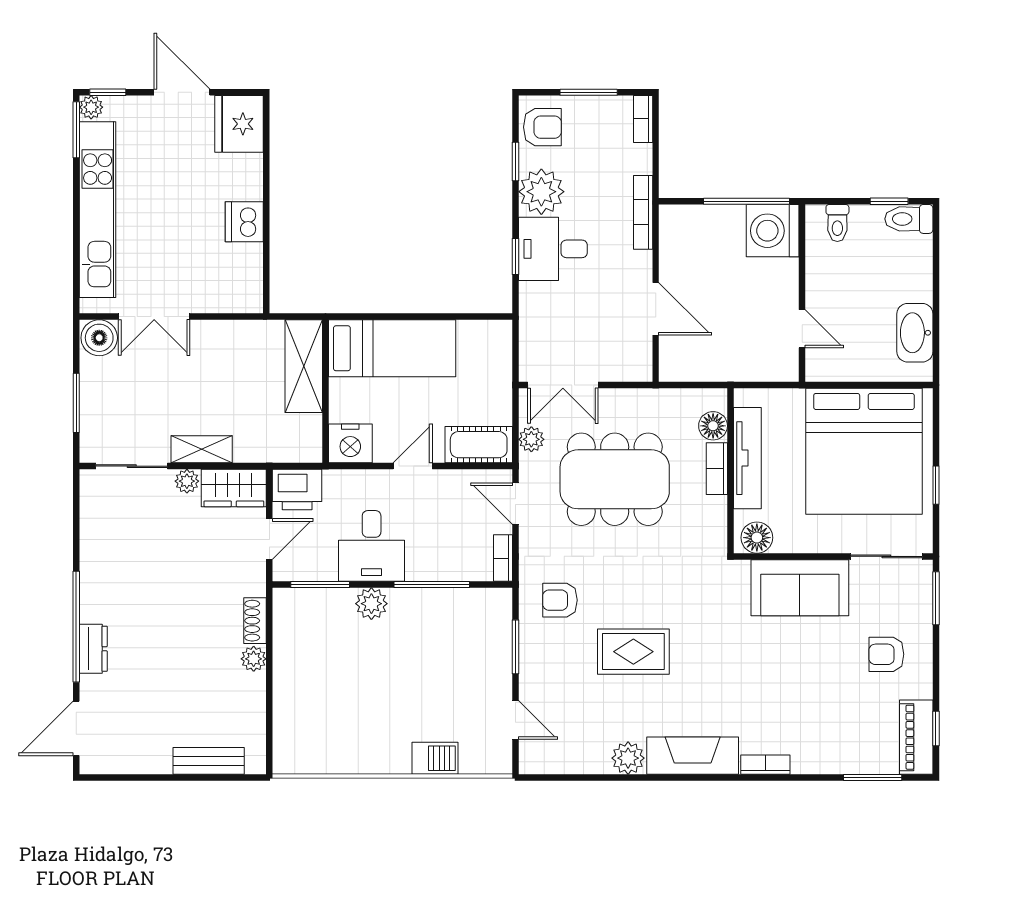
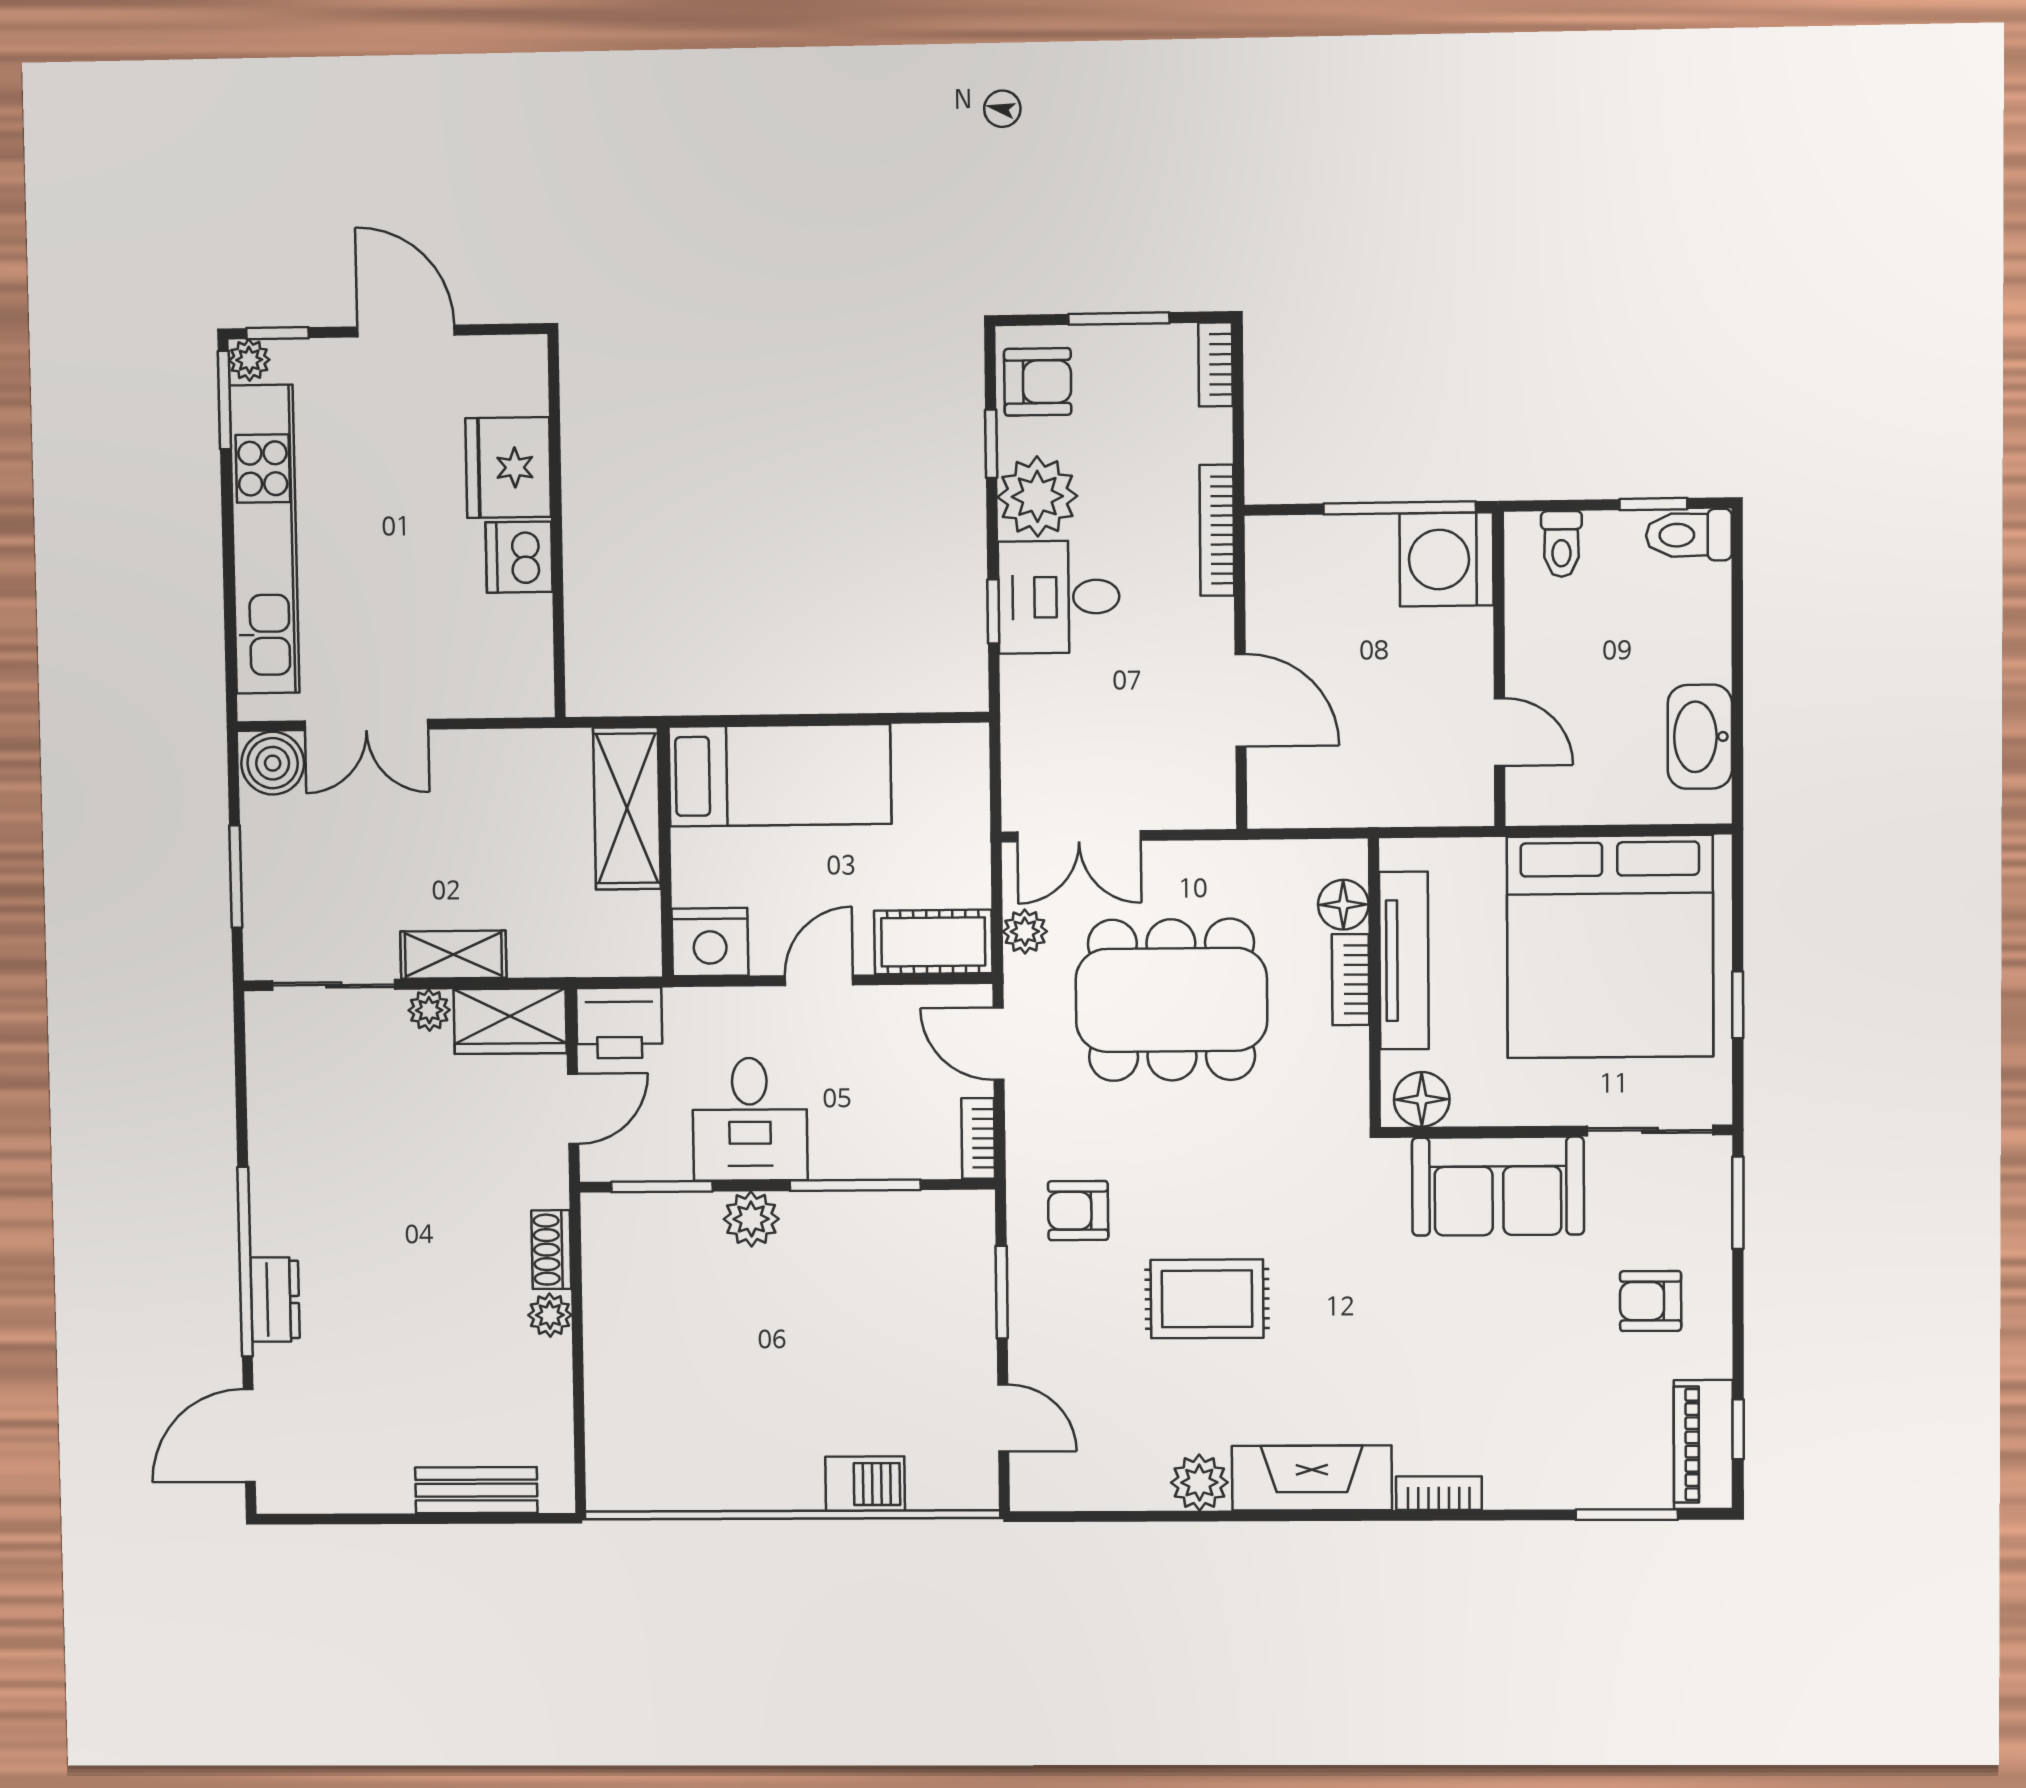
fridge: (239, 124) -> (508, 468), moved

